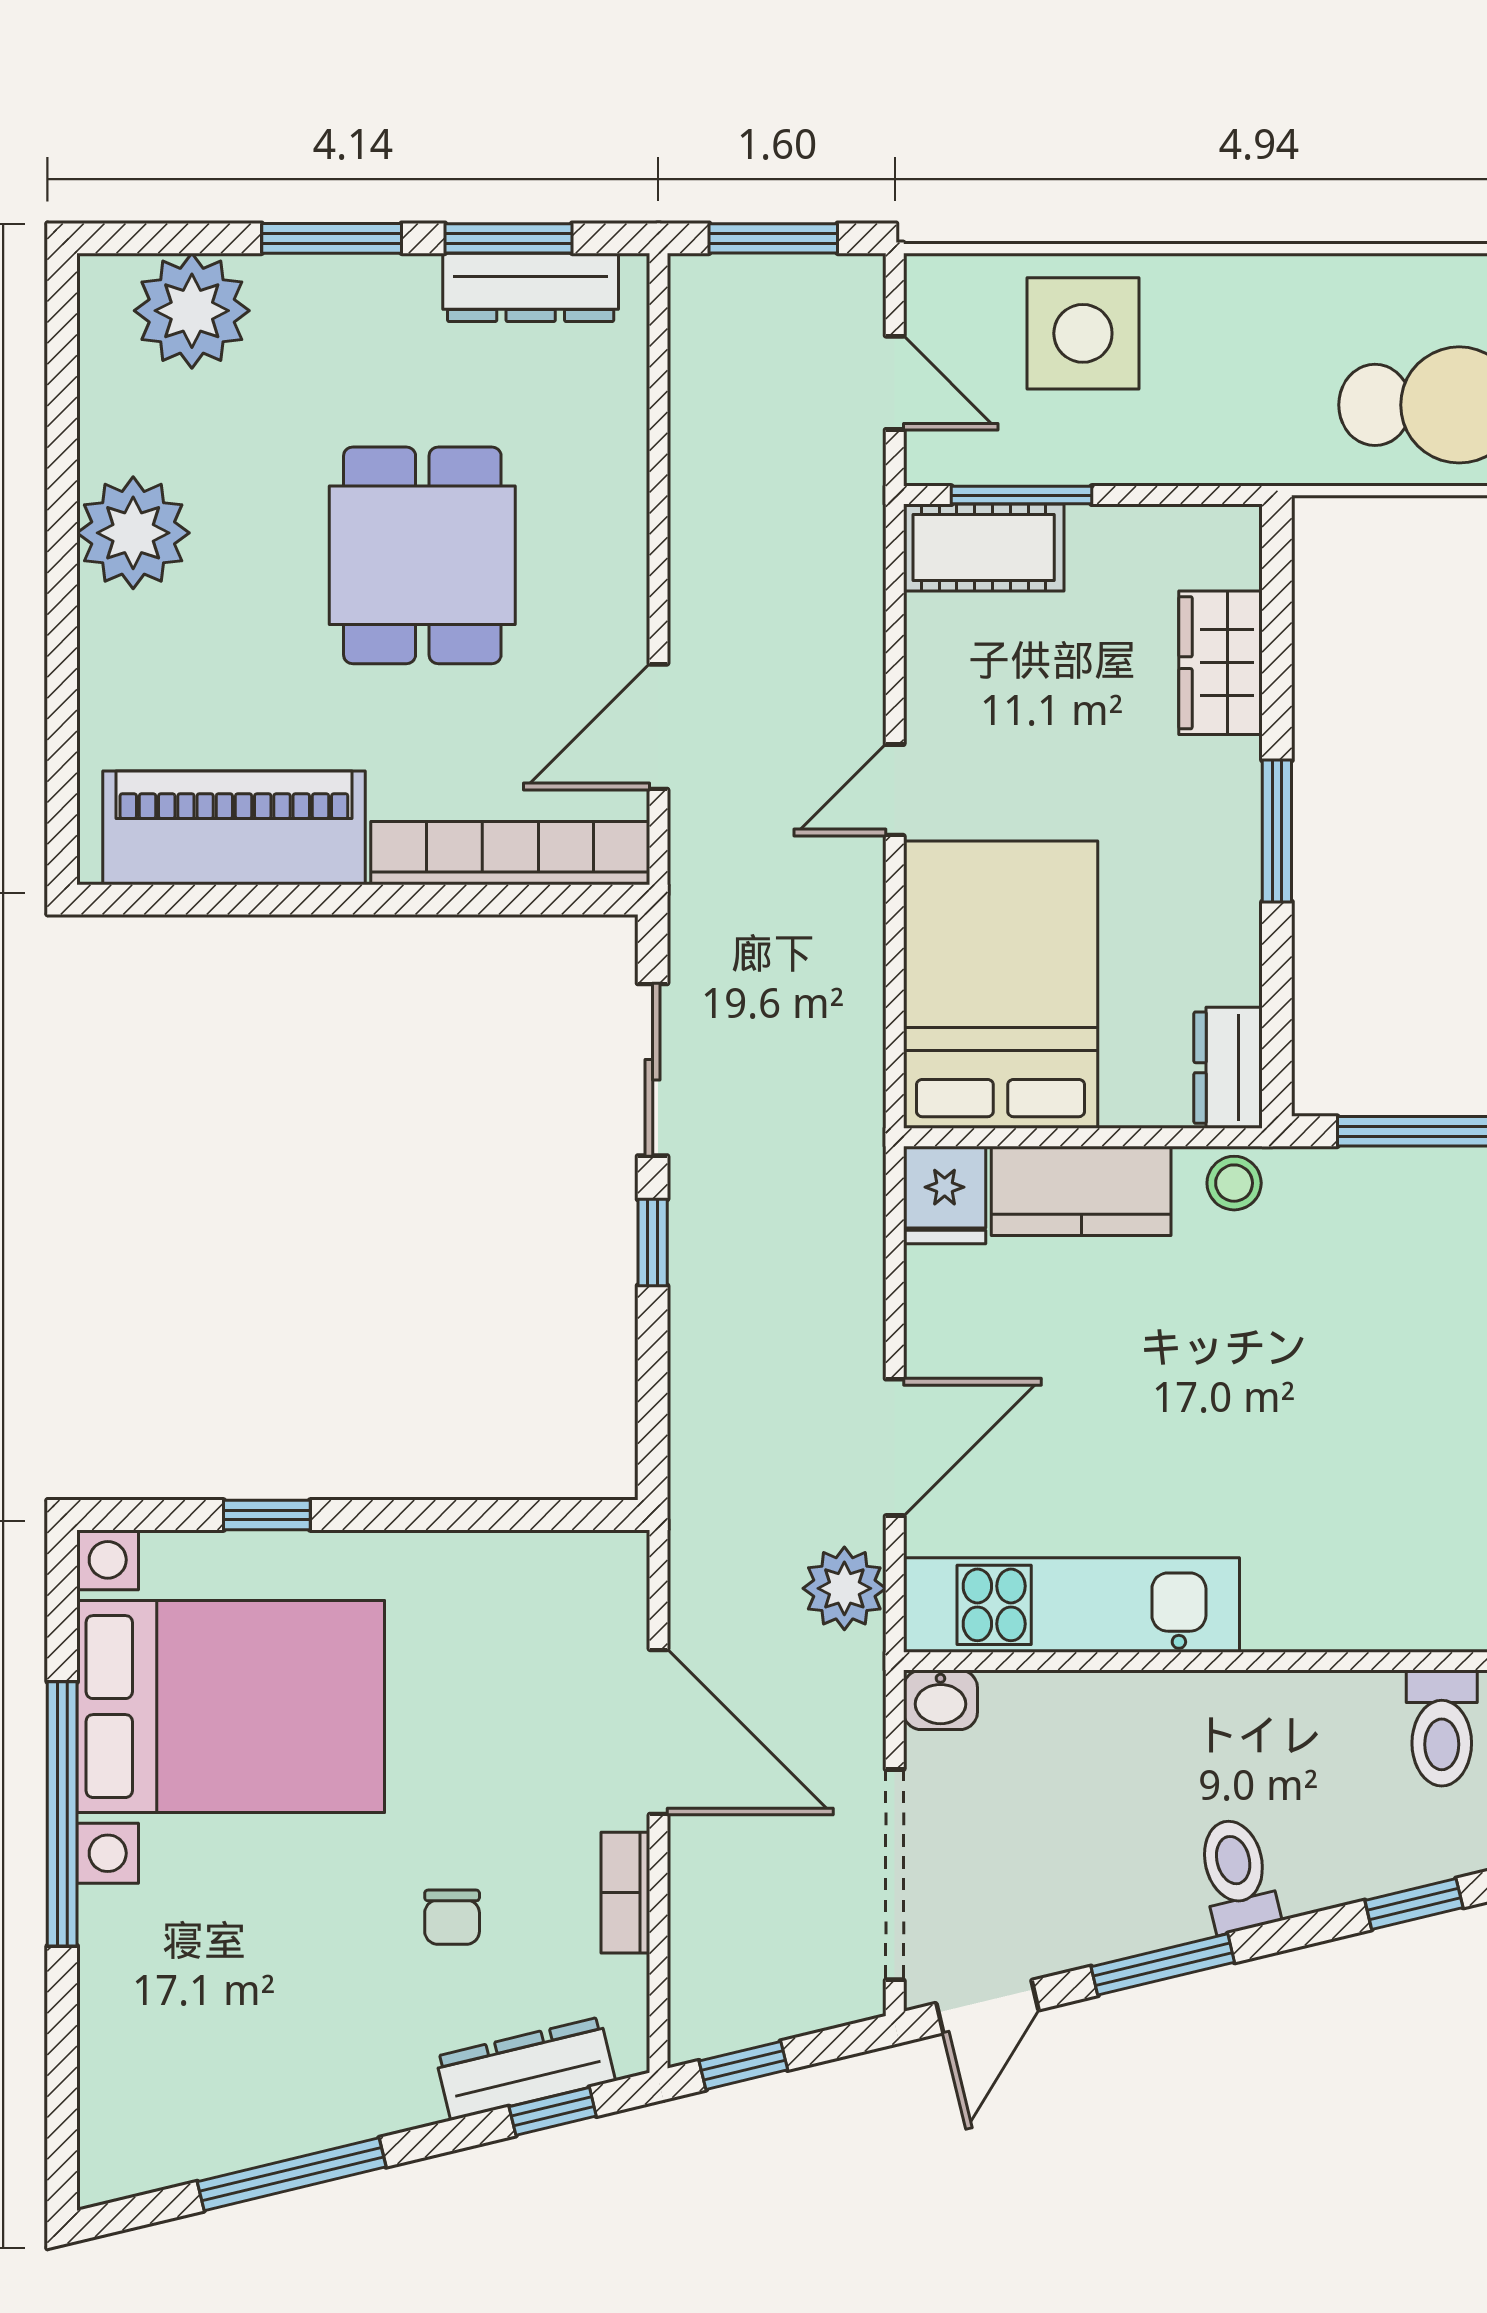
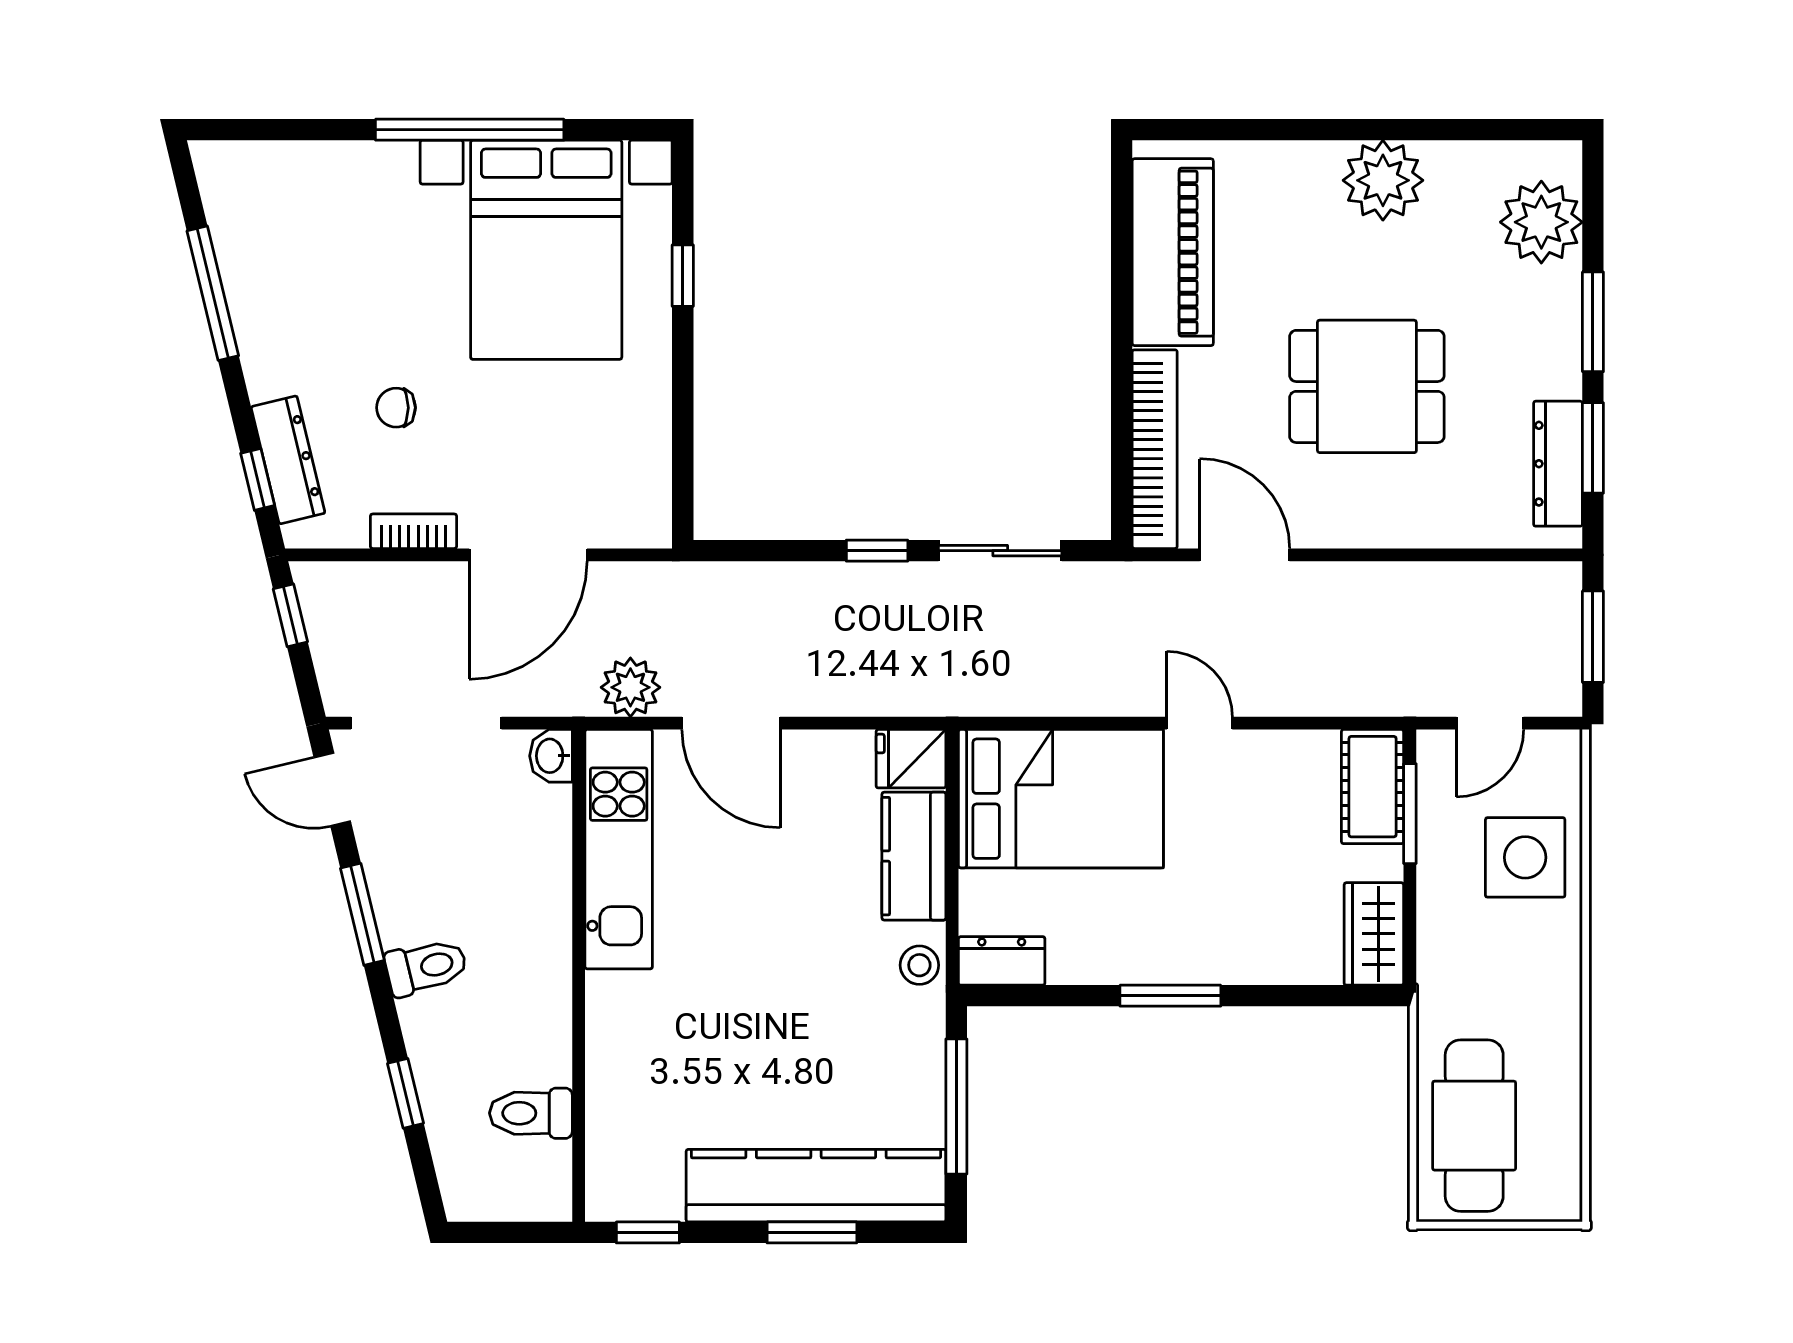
wardrobe: (1220, 663) -> (1374, 934), moved, turned -90

